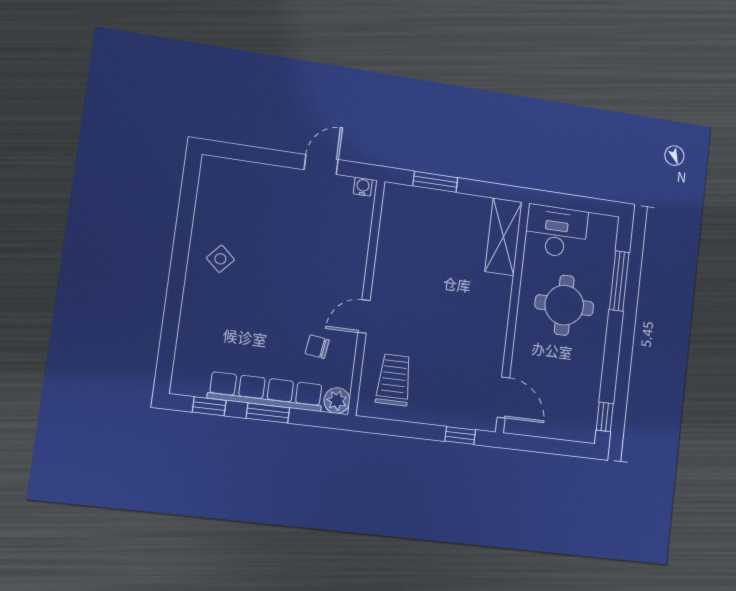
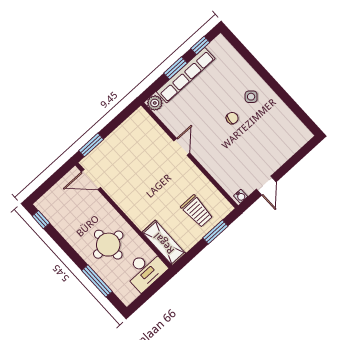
side table: (220, 259) -> (251, 97), moved
chair: (317, 347) -> (232, 118), moved
trolley: (394, 380) -> (197, 211), moved
window: (460, 435) -> (91, 145), width x1.50

